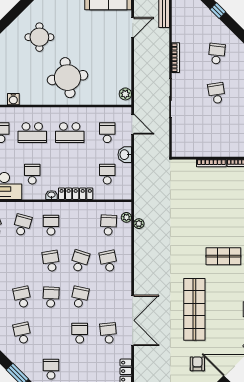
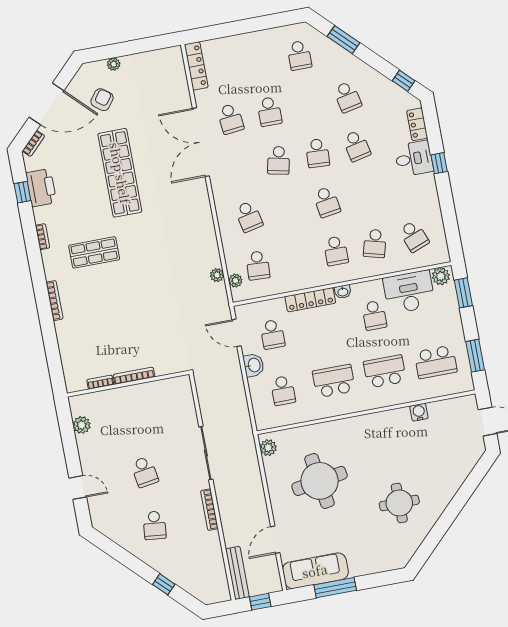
round table: (68, 78) -> (320, 481), moved
door: (133, 124) -> (237, 333), moved
school desk: (80, 261) -> (288, 209), removed
armchair: (197, 364) -> (102, 100), turned -143

